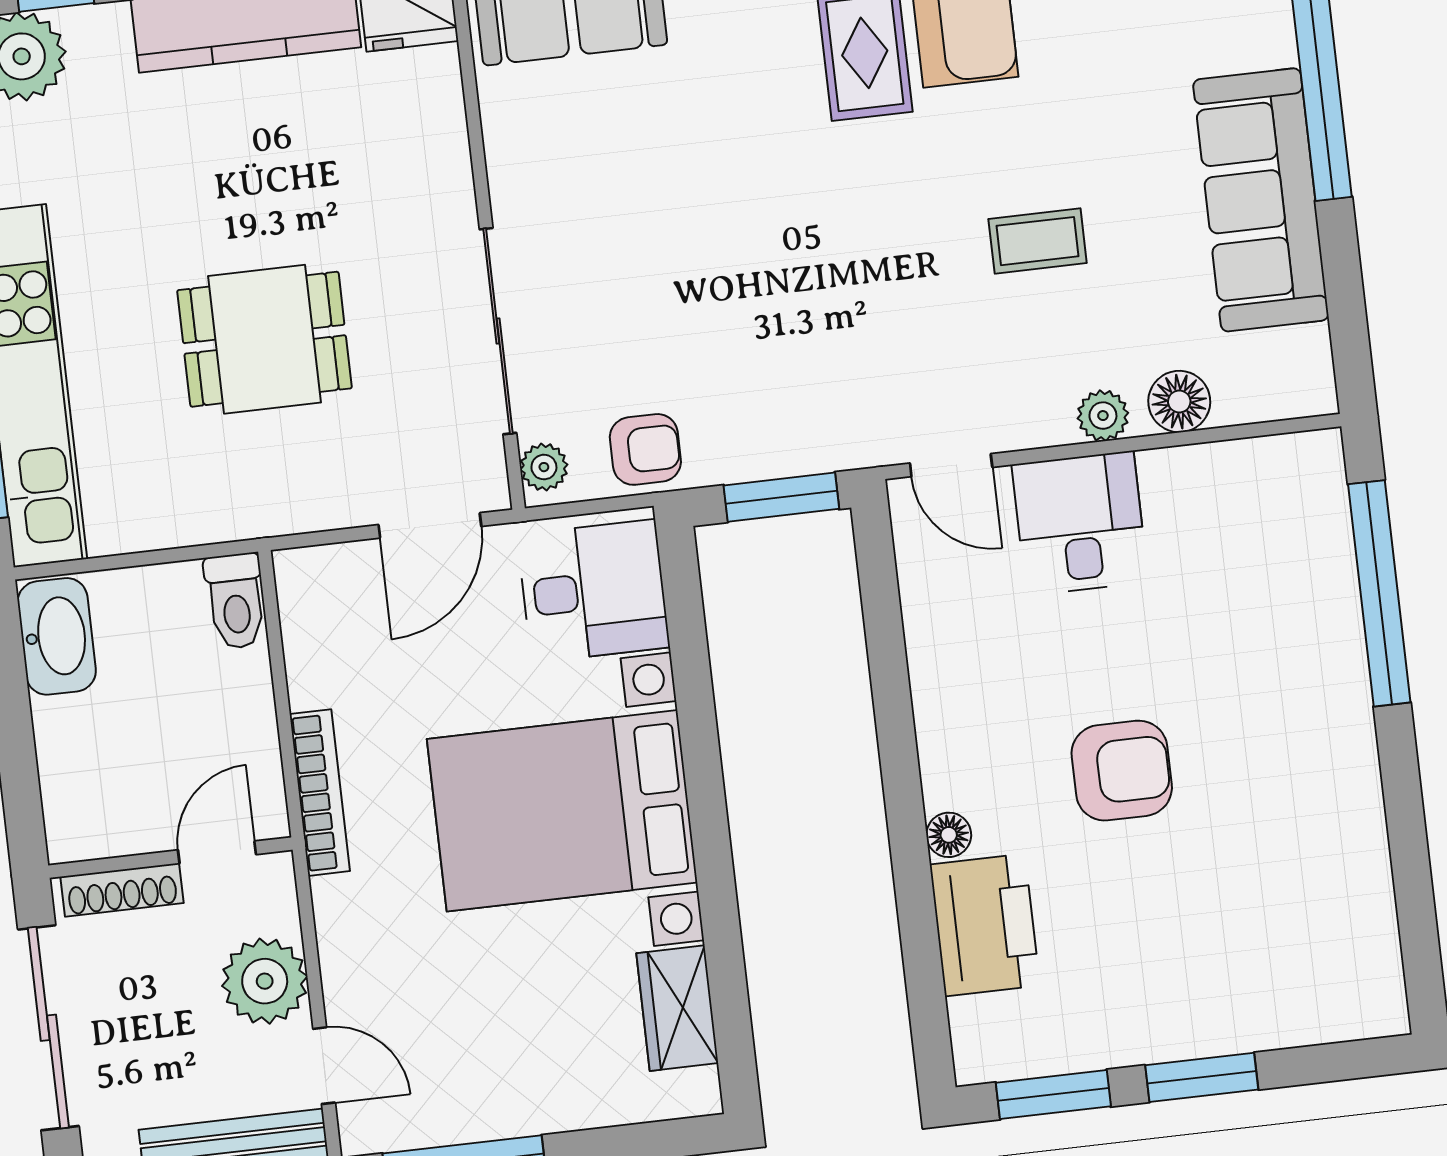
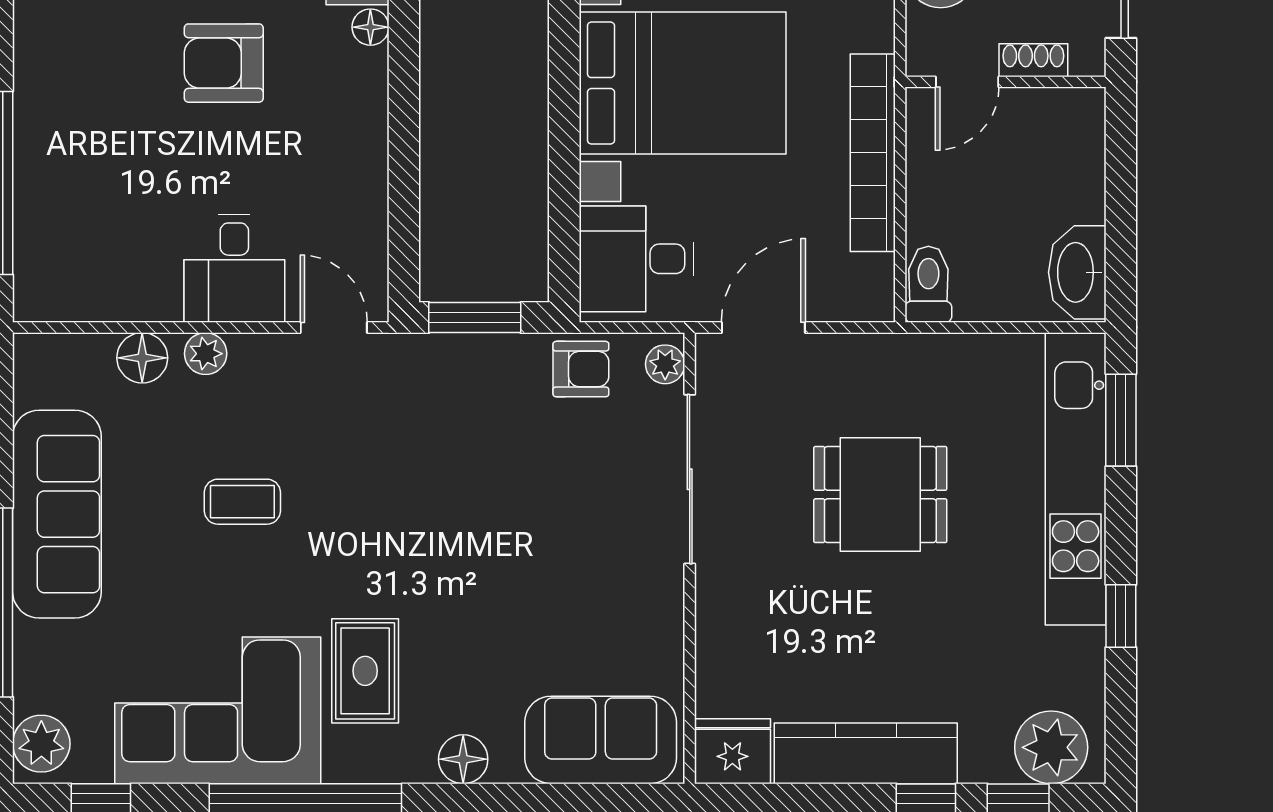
armchair: (645, 449) -> (581, 369), turned 180
bookcase: (320, 793) -> (873, 153), width x1.48, depth x1.31
shoe rack: (122, 890) -> (1033, 60), width x0.70

